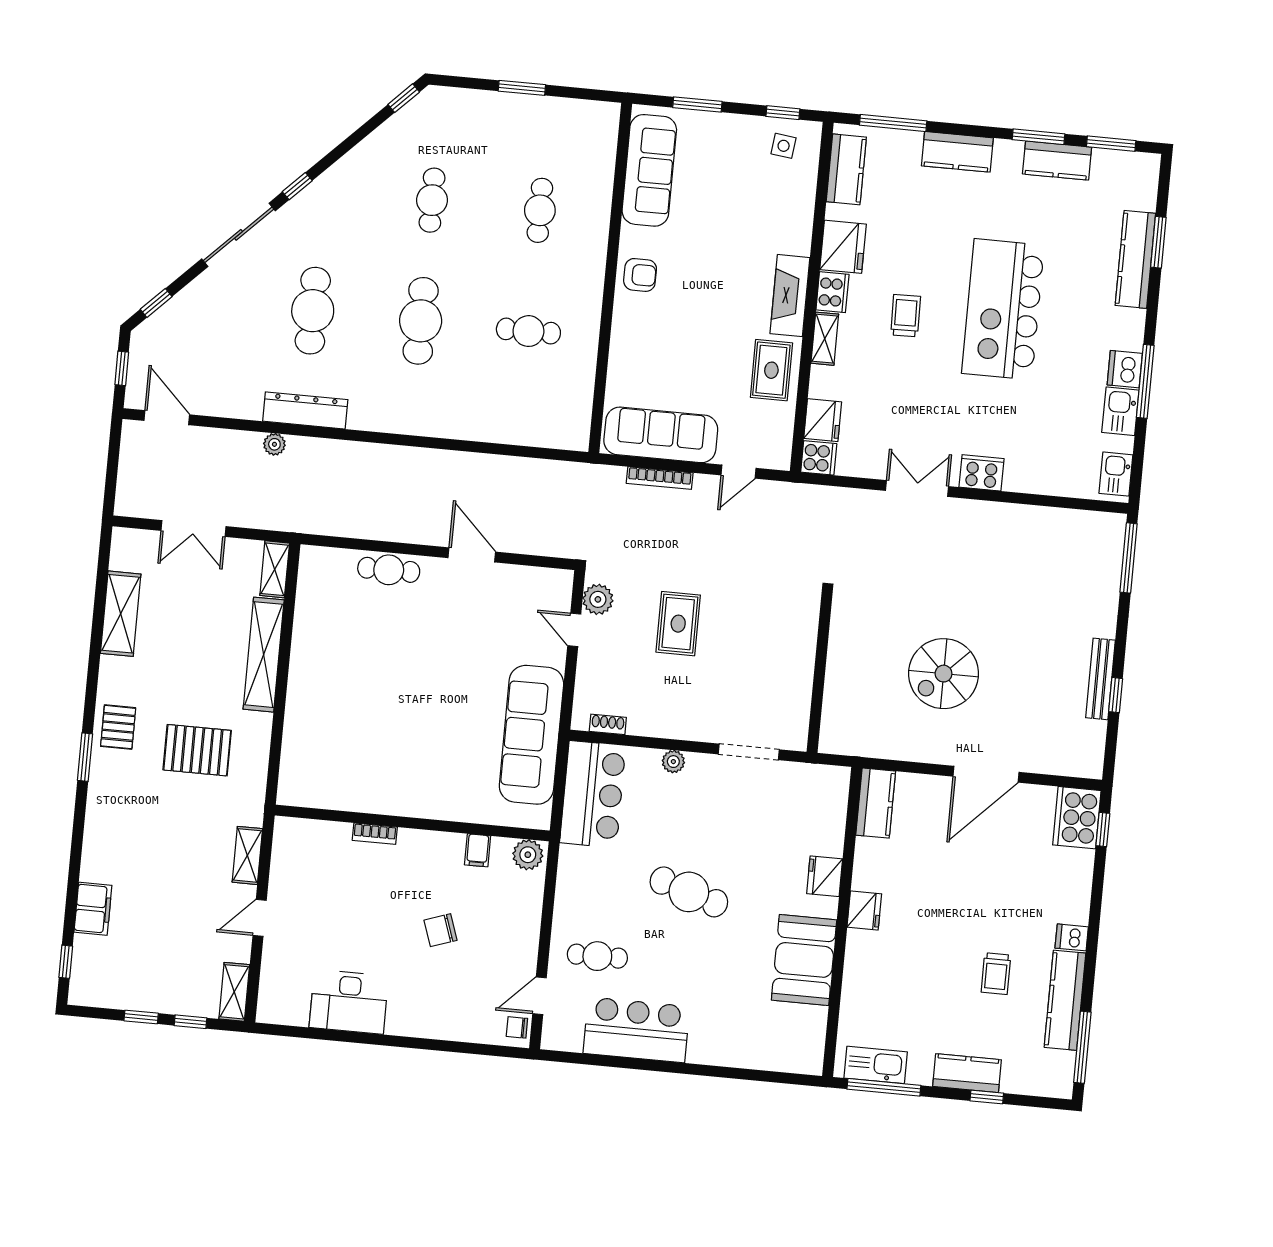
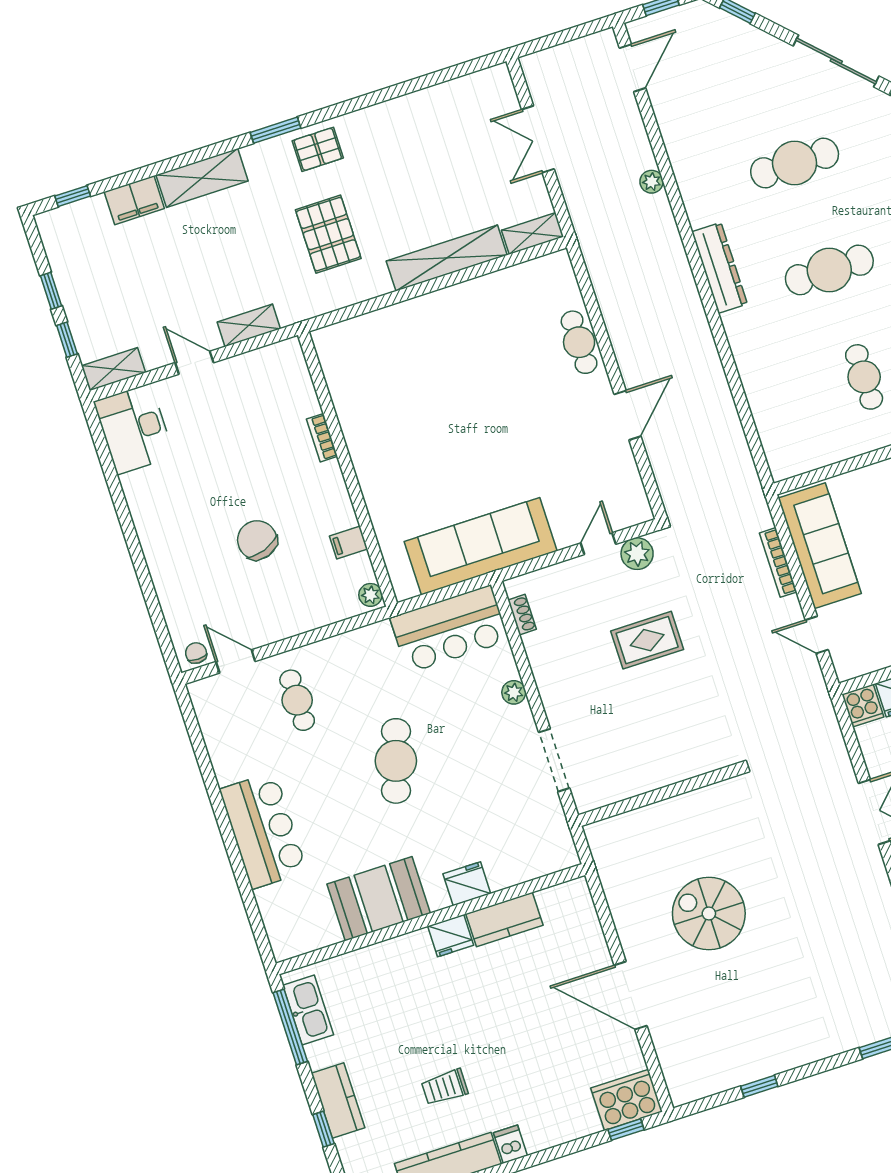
dresser: (305, 410) -> (719, 268), moved
shelving: (121, 614) -> (202, 178), moved
bench: (1100, 679) -> (768, 1065), removed
kitchen counter: (876, 803) -> (504, 919), moved
plant: (528, 855) -> (370, 595), width x0.73, depth x0.73
chair: (441, 930) -> (257, 540), width x1.37, depth x1.37
desk: (349, 1002) -> (134, 429), moved
bar counter: (636, 1030) -> (263, 830), moved

